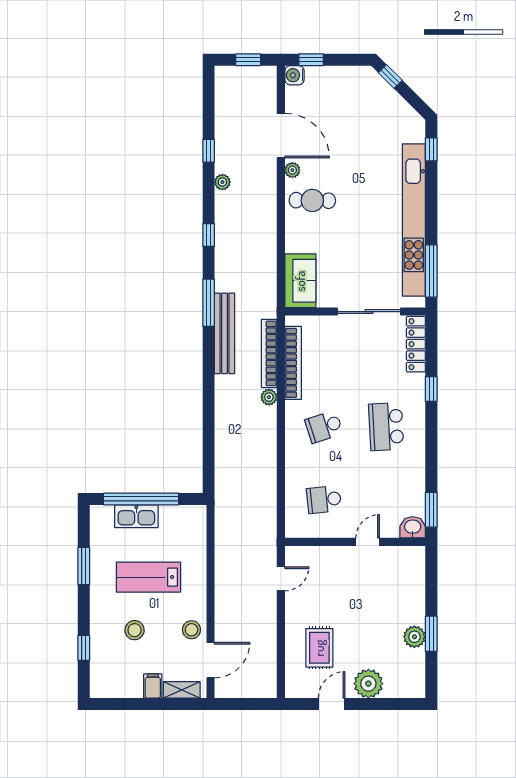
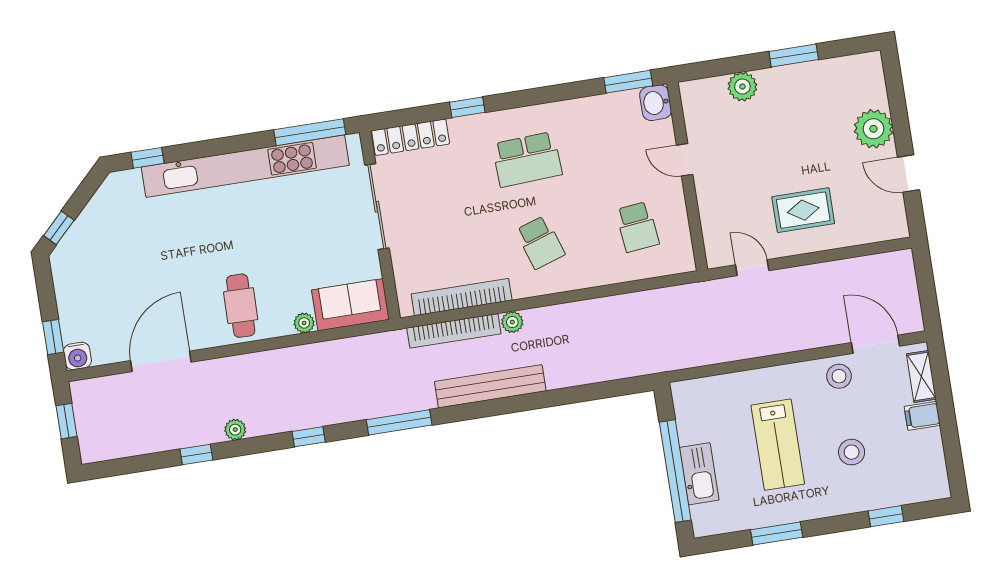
plant: (292, 170) -> (304, 323), moved
bench: (225, 333) -> (490, 386), moved
plant: (414, 637) -> (742, 87), moved
rug: (319, 648) -> (803, 210), moved

